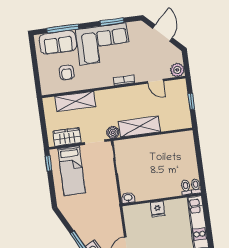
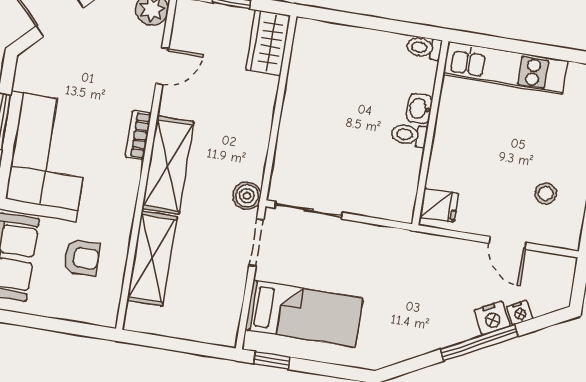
shelving: (139, 127) -> (168, 165), moved
wardrobe: (67, 137) -> (268, 43), moved
toilet: (186, 187) -> (409, 135), moved
washbasin: (128, 198) -> (419, 109), moved
fridge: (158, 209) -> (439, 205), moved

